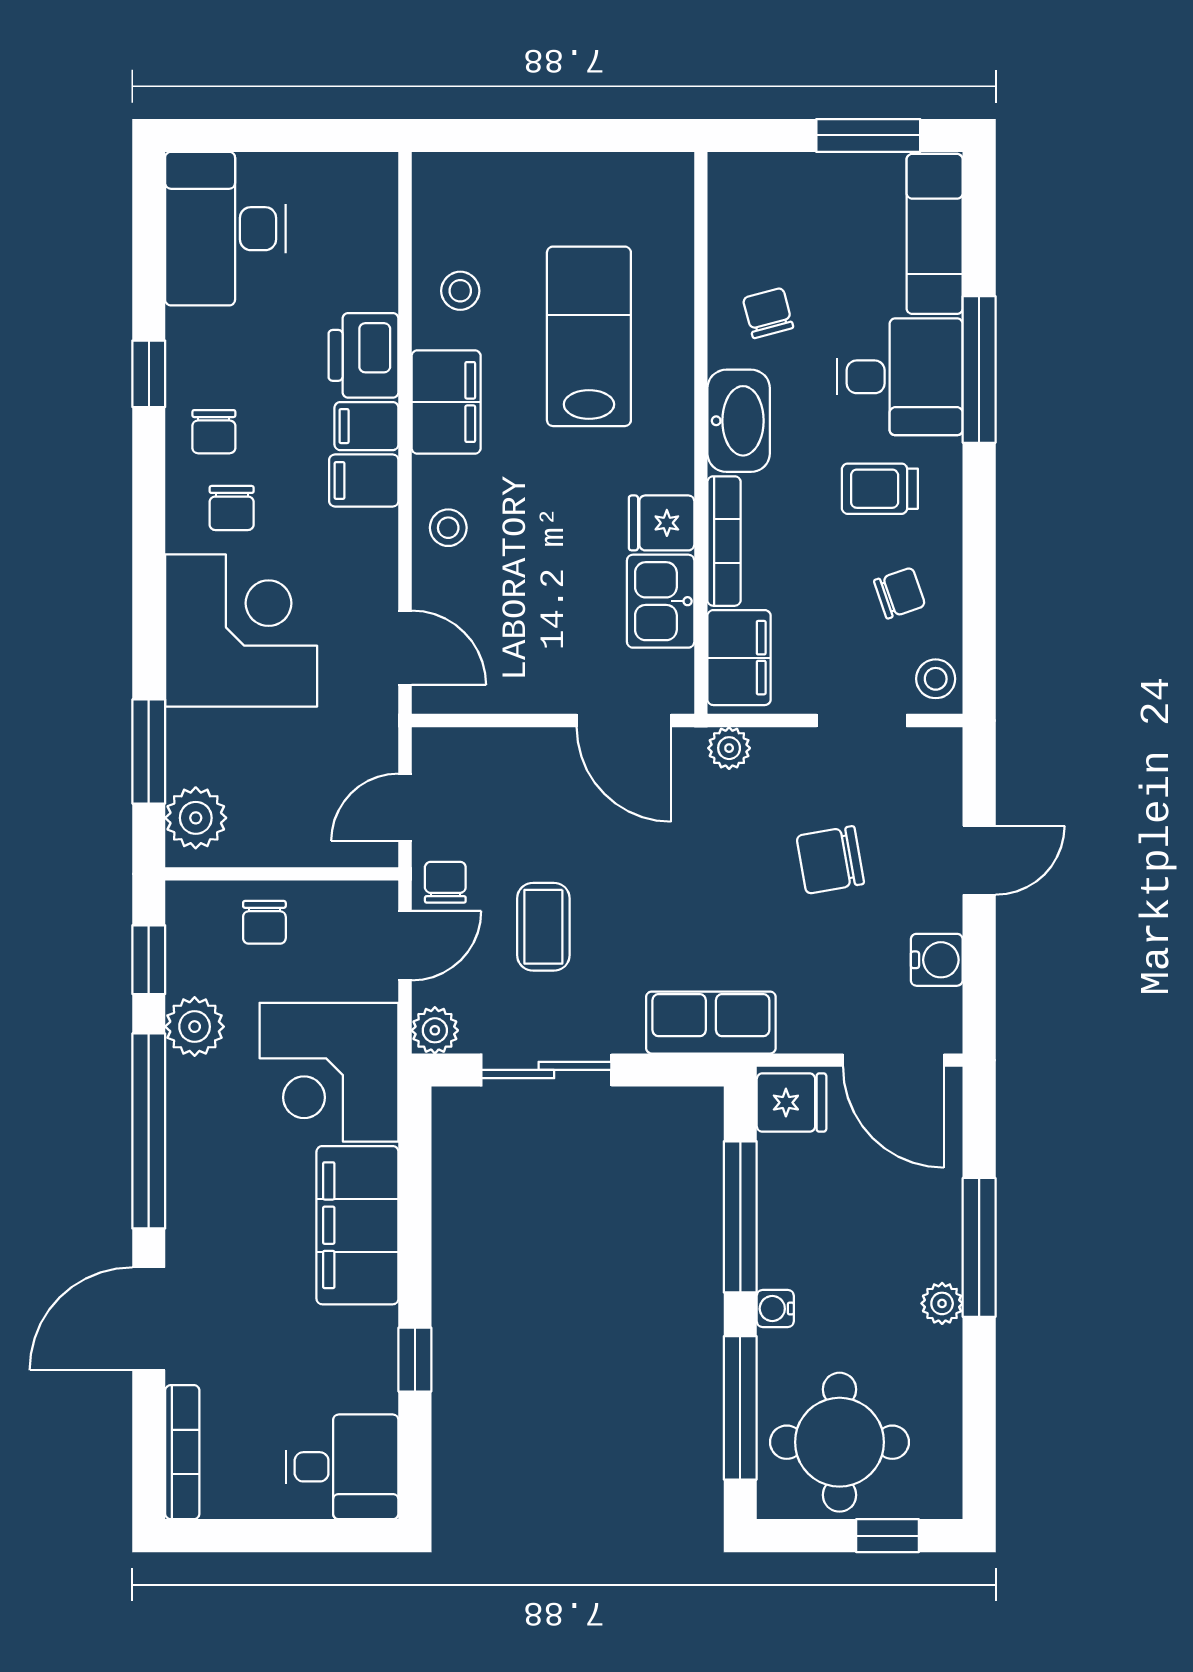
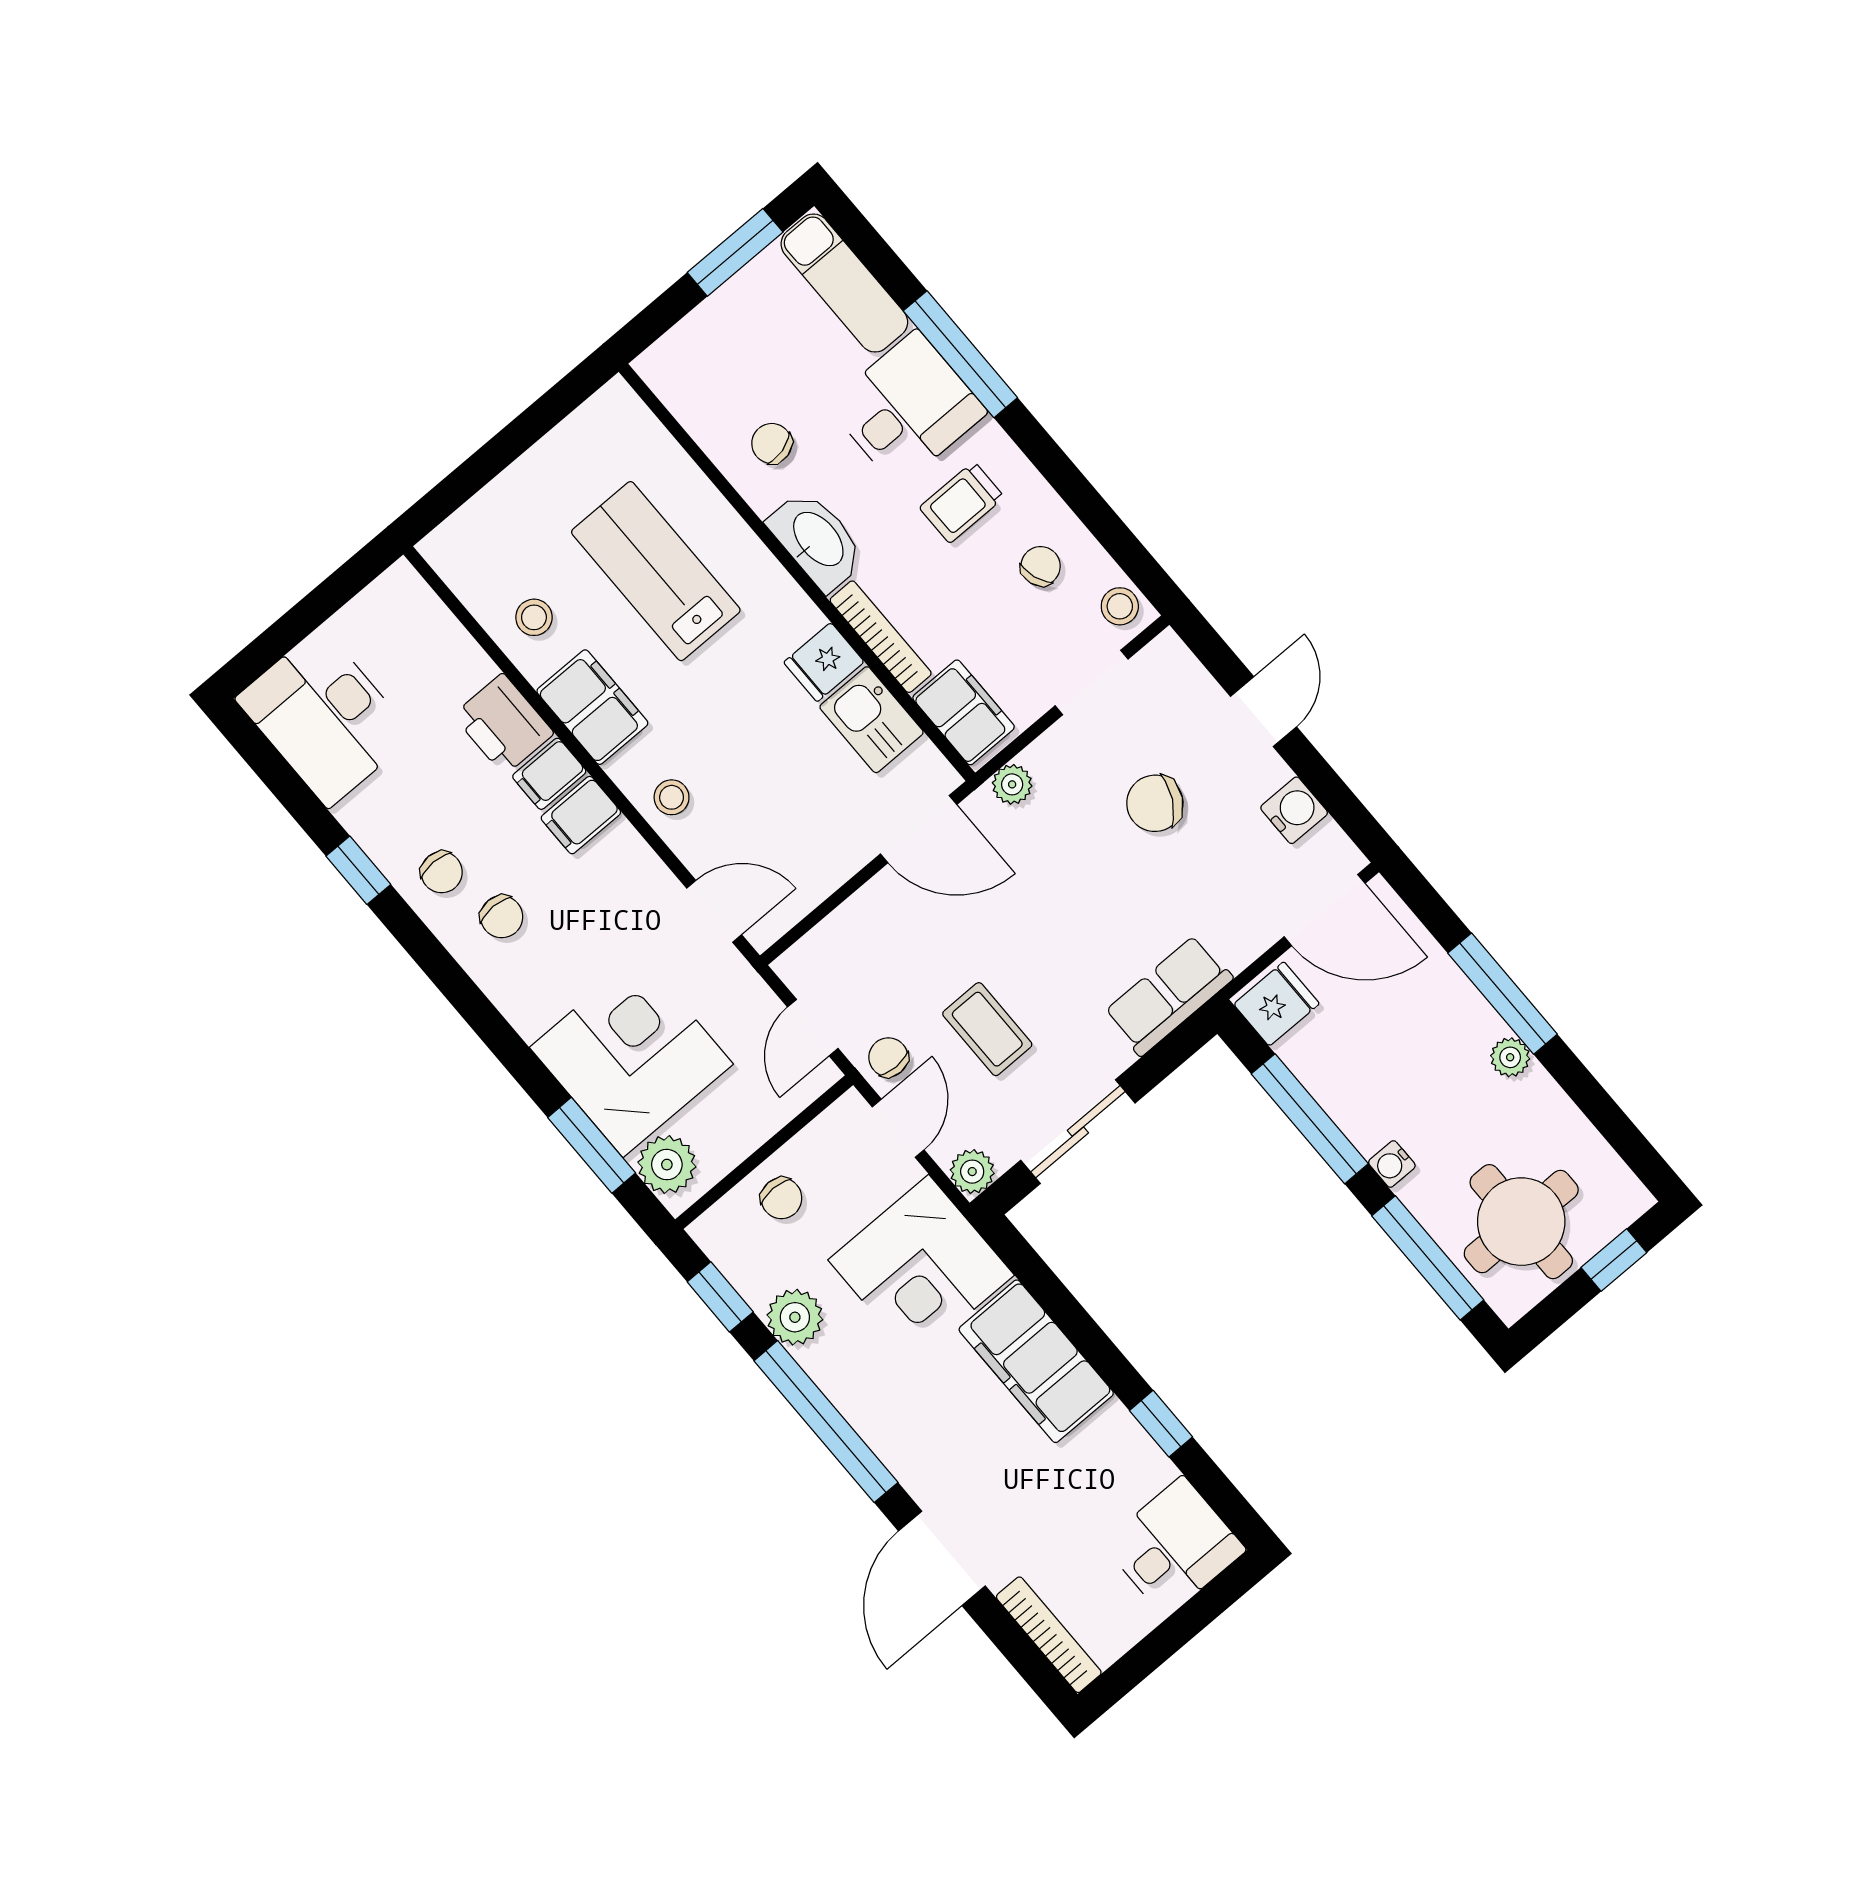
corner desk: (241, 631) -> (631, 1056), moved
chair: (830, 860) -> (1155, 803), turned 38

